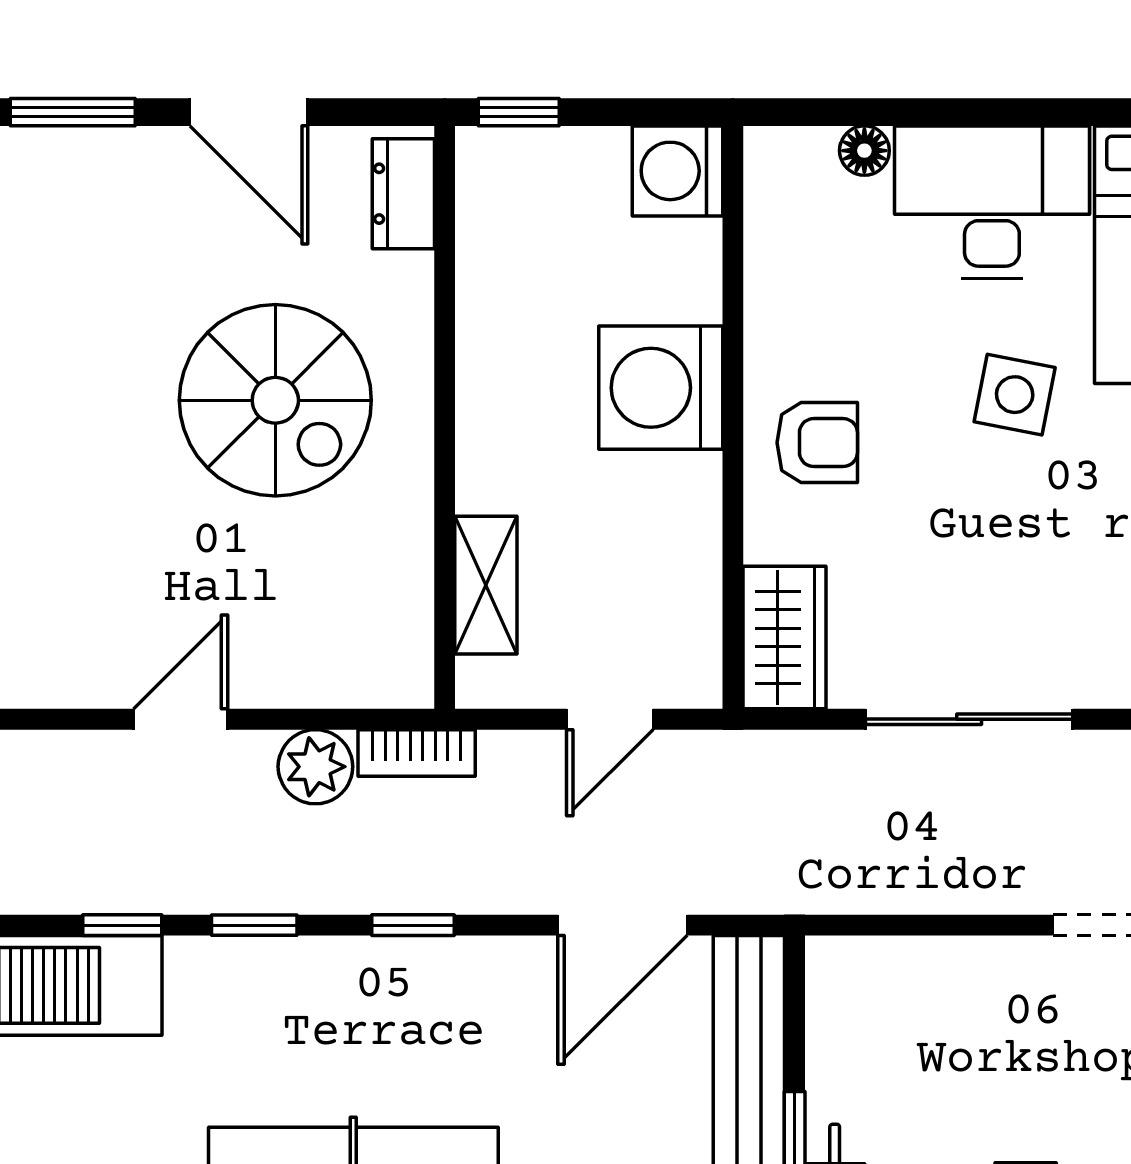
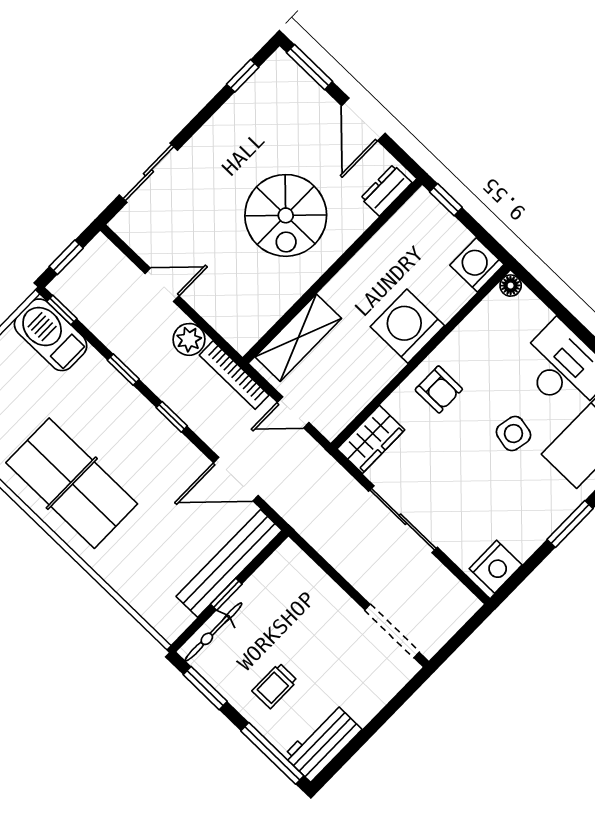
floor lamp: (864, 151) -> (511, 286), moved
shelving: (486, 585) -> (298, 338), width x1.50, depth x1.33
bookcase: (417, 753) -> (234, 375), width x1.56
window: (122, 925) -> (62, 310), moved

